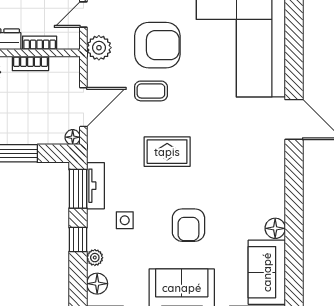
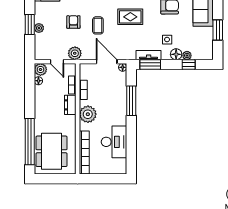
armchair: (157, 45) -> (73, 22), width x0.53, depth x0.53
rug: (167, 152) -> (130, 17), turned 90
window: (78, 240) -> (189, 64), moved
floor lamp: (97, 284) -> (176, 54), moved

